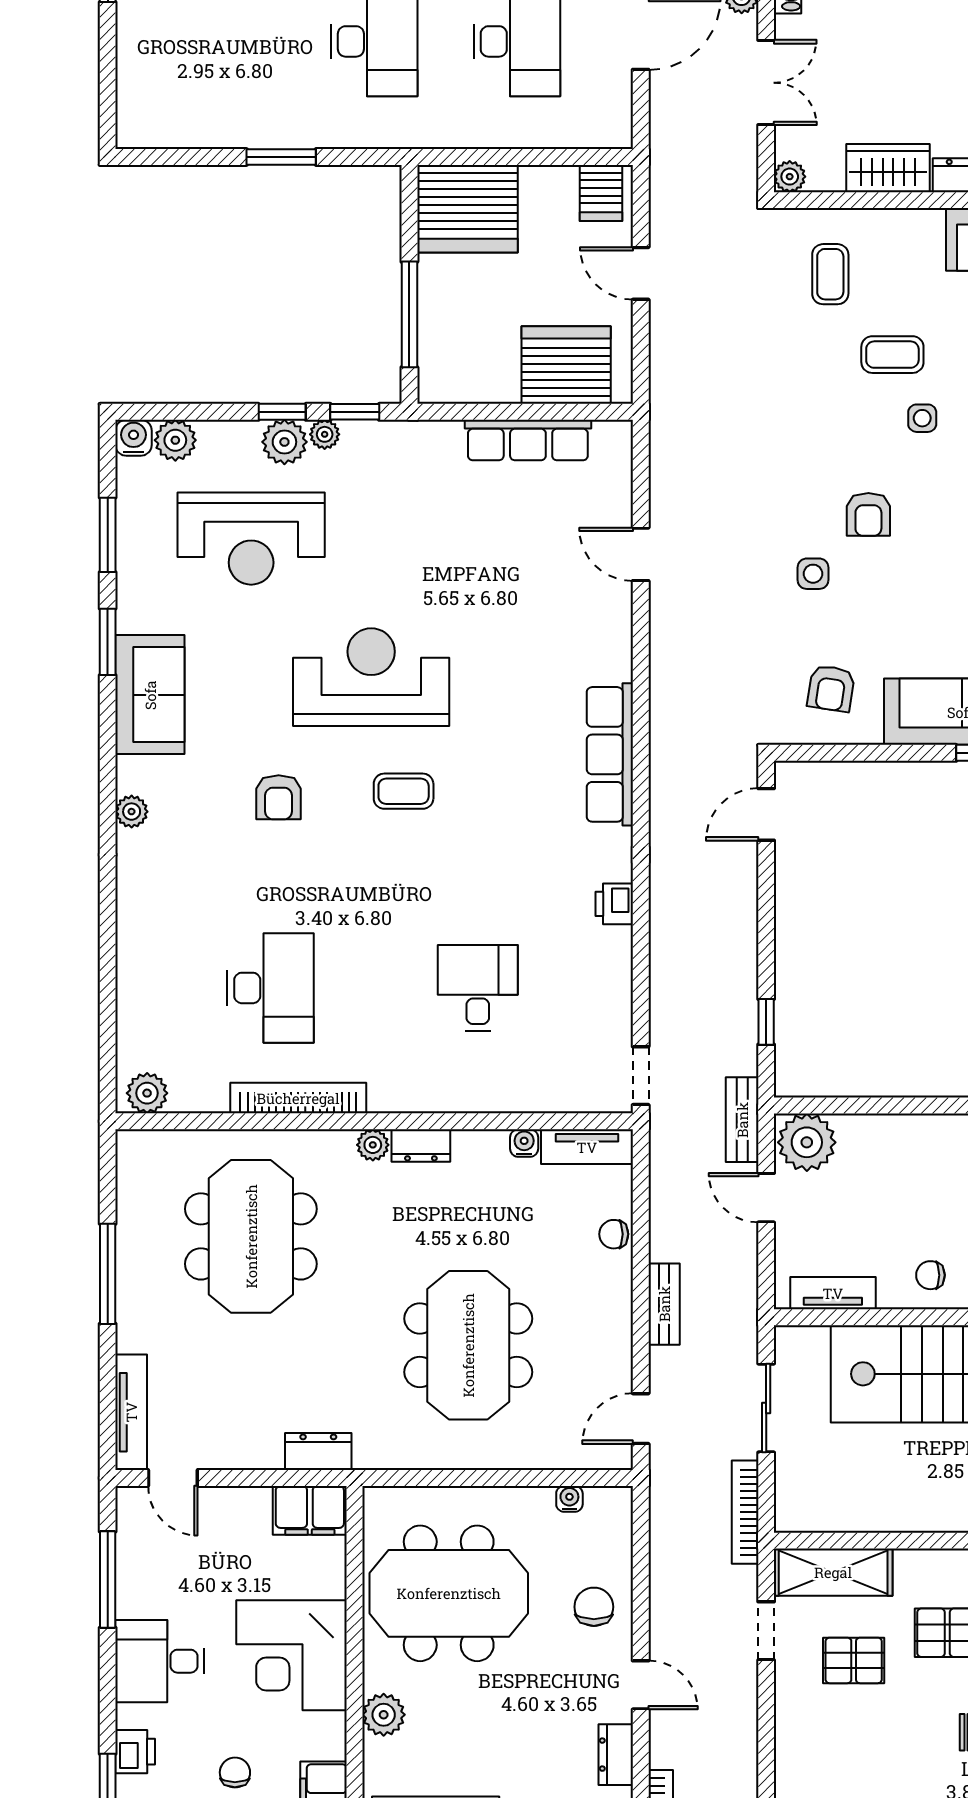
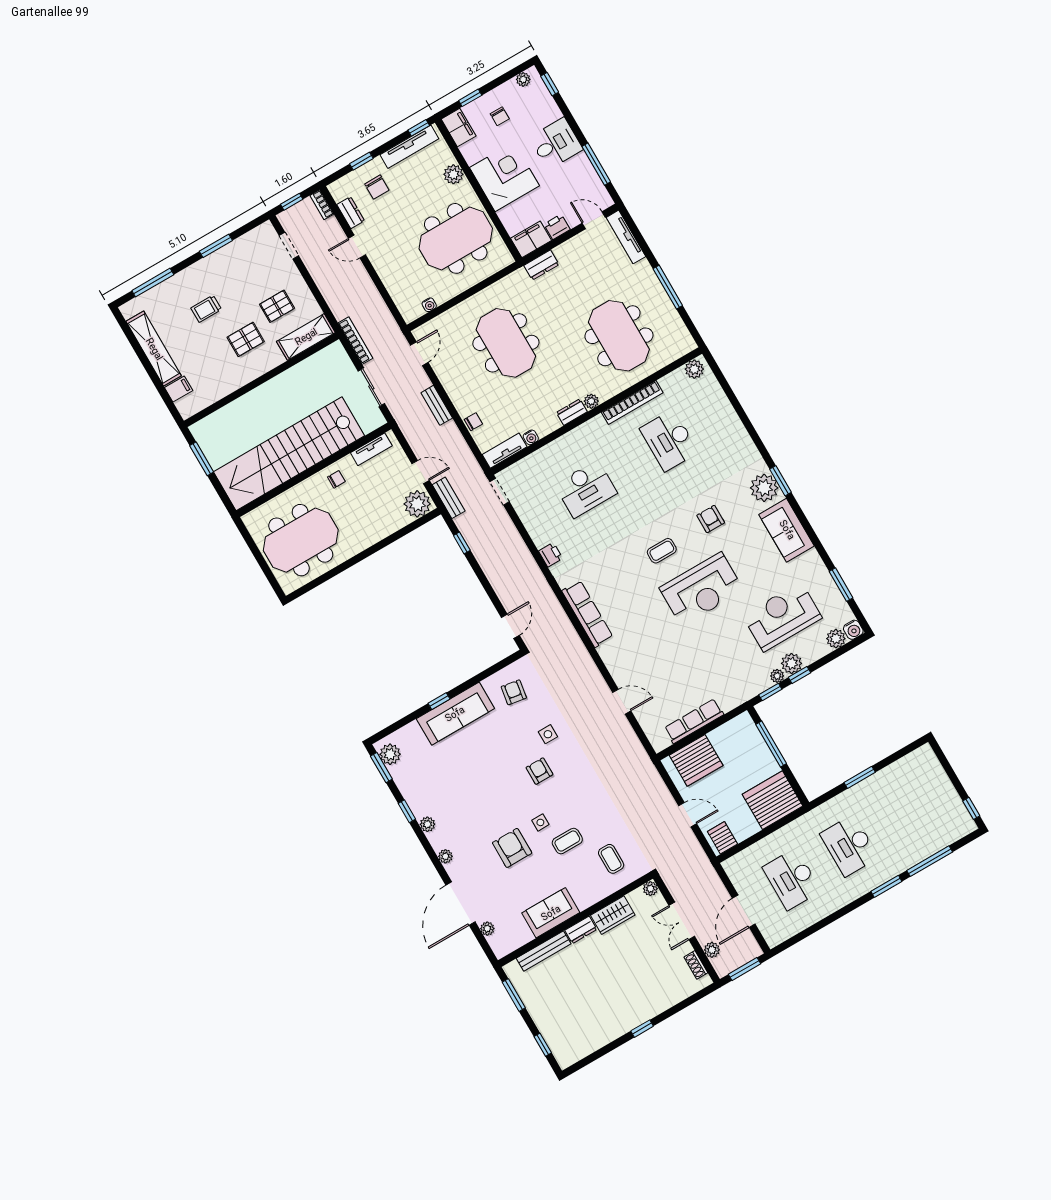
window: (108, 642) -> (781, 481), moved
plant: (132, 812) -> (764, 488), width x1.88, depth x1.88
desk: (478, 988) -> (586, 489), width x1.37
chair: (594, 1607) -> (377, 187), moved
doorway: (766, 1631) -> (289, 246), moved
printer: (135, 1752) -> (557, 227), moved, turned 90

